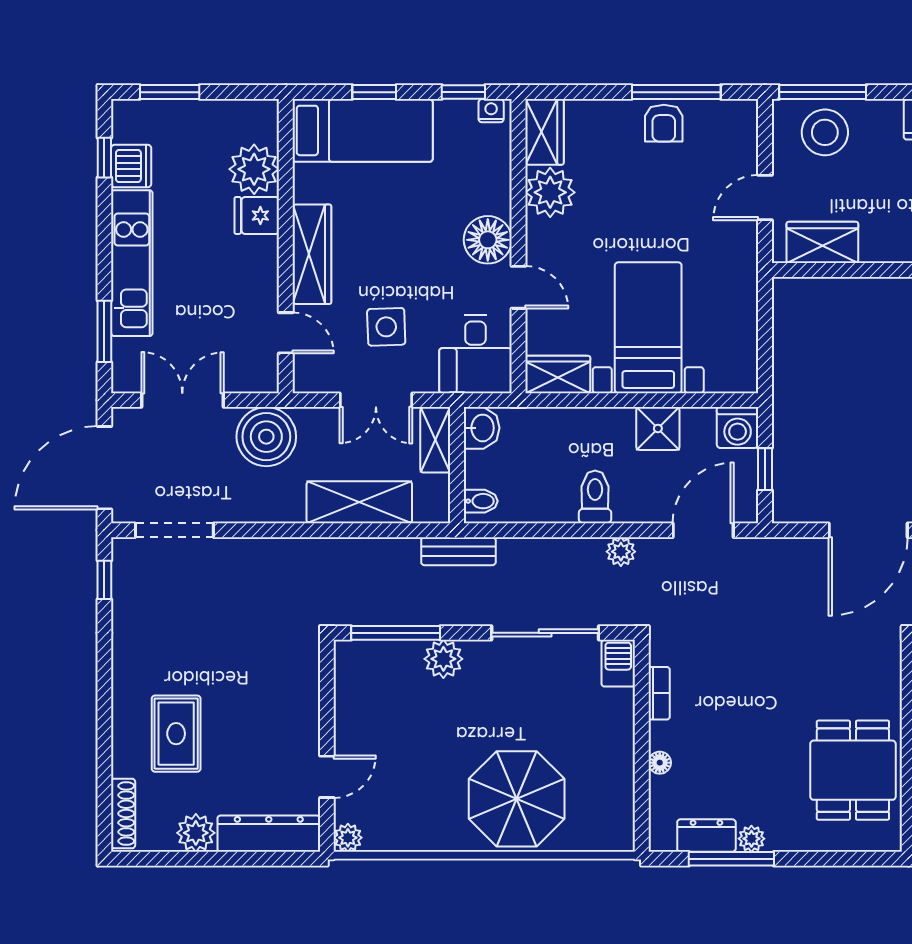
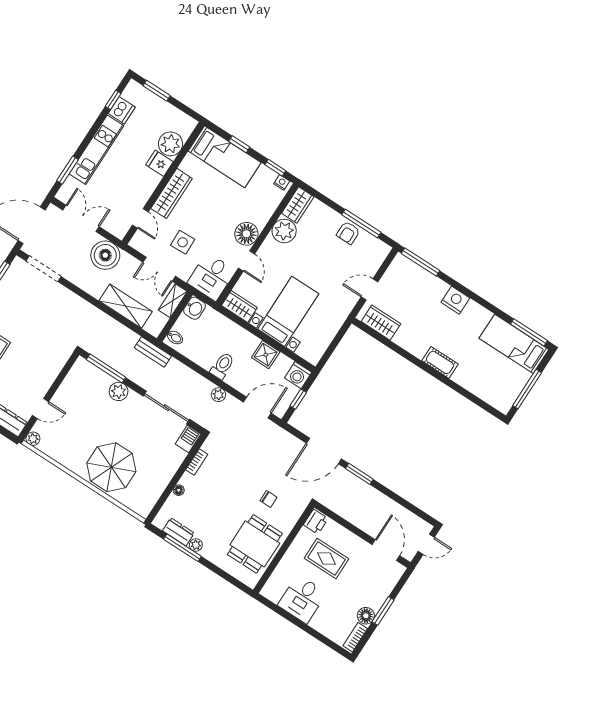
stool: (825, 132) -> (411, 279), removed
chair: (826, 676) -> (268, 499), added

